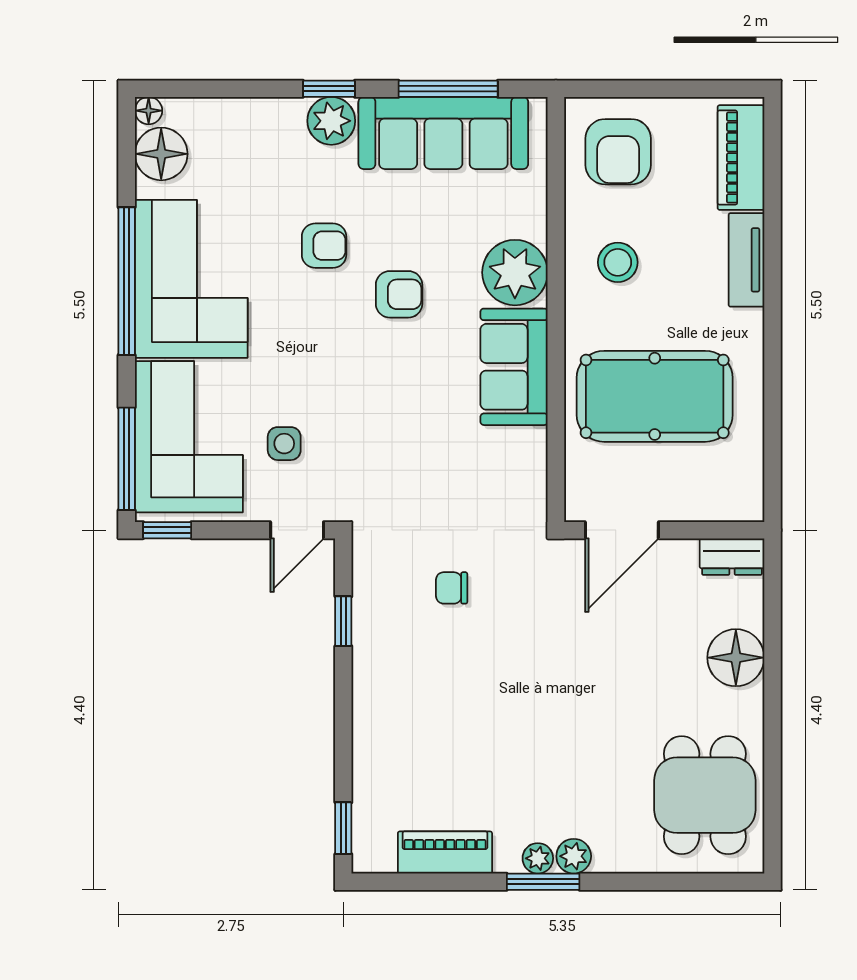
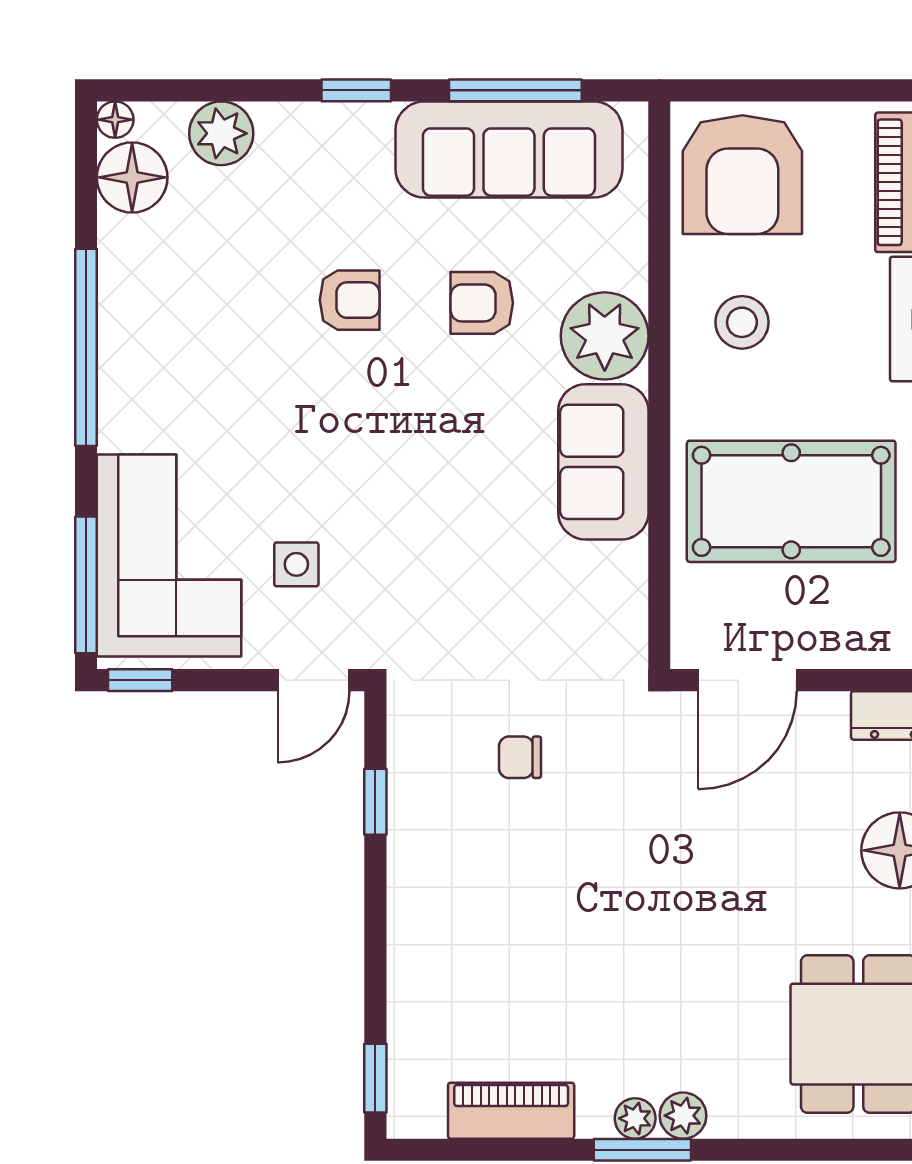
plant: (331, 121) -> (221, 133), moved
armchair: (618, 152) -> (742, 175), width x1.36, depth x1.36
corner sofa: (191, 279) -> (172, 344), removed
armchair: (399, 294) -> (482, 303), moved, turned 180

